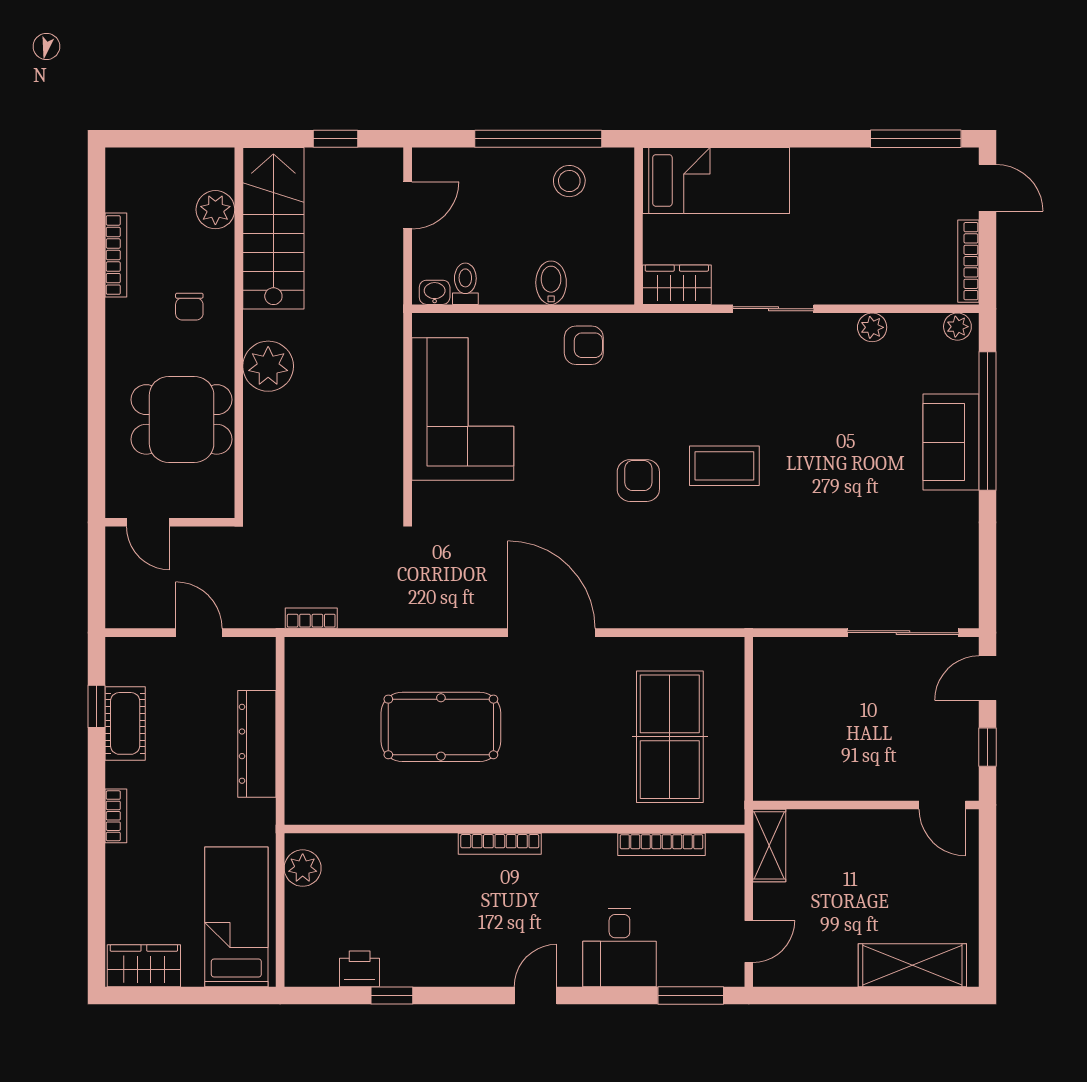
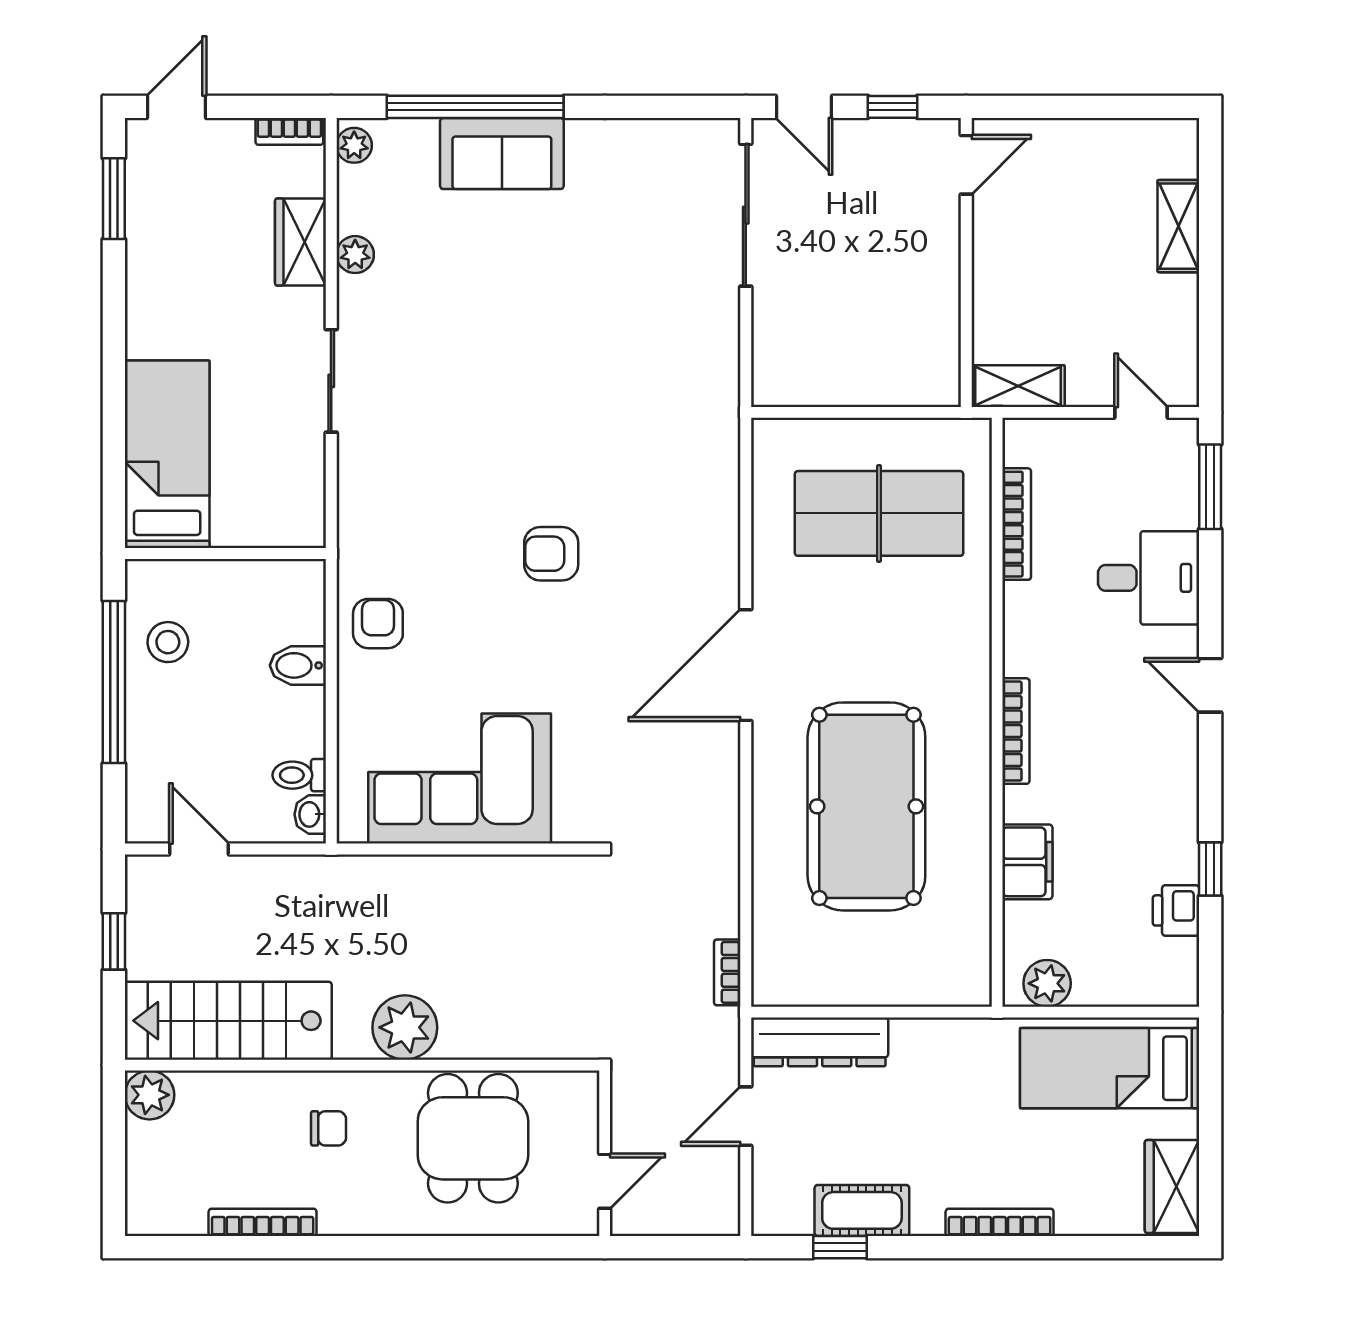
window: (916, 139) -> (114, 199), width x0.69
plant: (215, 210) -> (149, 1095), moved
bookcase: (968, 261) -> (289, 131), width x0.64
wardrobe: (677, 285) -> (301, 242), moved
coffee table: (724, 466) -> (532, 444), removed
pool table: (441, 727) -> (866, 806), width x1.36, depth x1.32
dresser: (257, 744) -> (820, 1042), moved
bookcase: (116, 816) -> (1000, 1222), width x1.56
filing cabinet: (398, 853) -> (1027, 862), added
shelving: (912, 965) -> (1178, 226), width x0.67, depth x0.75

